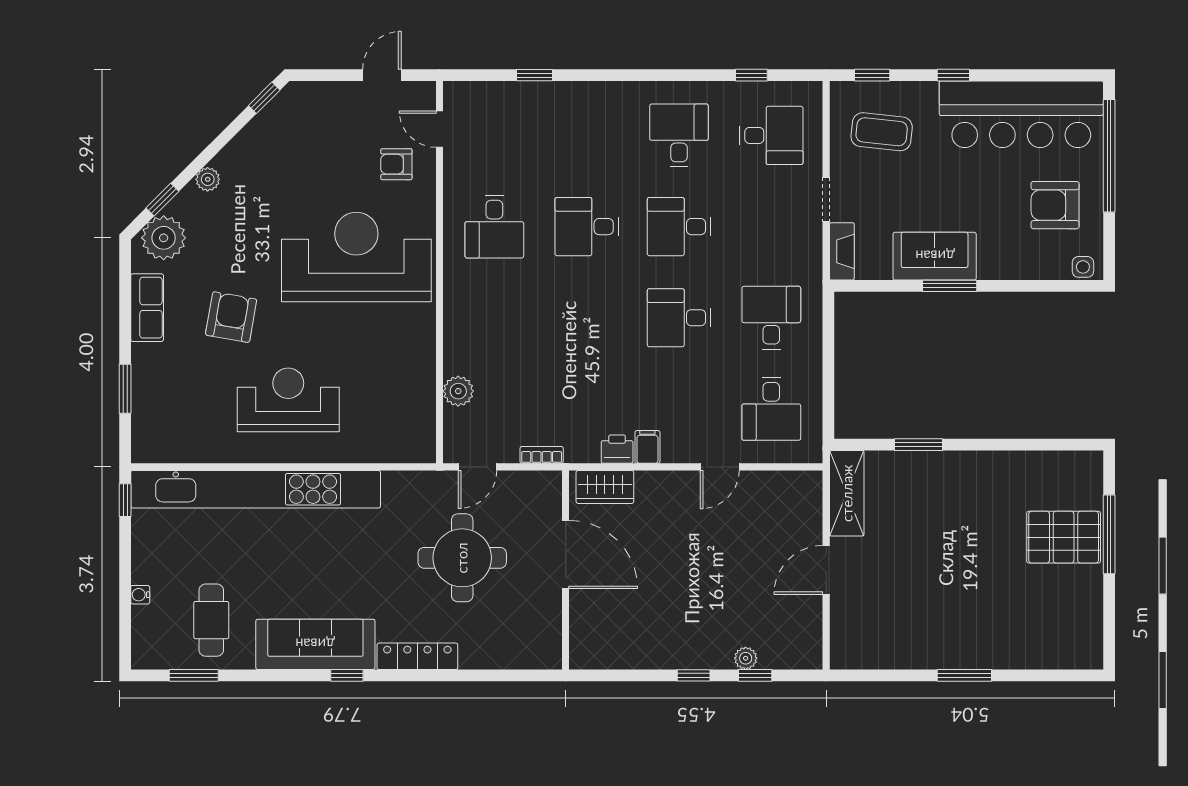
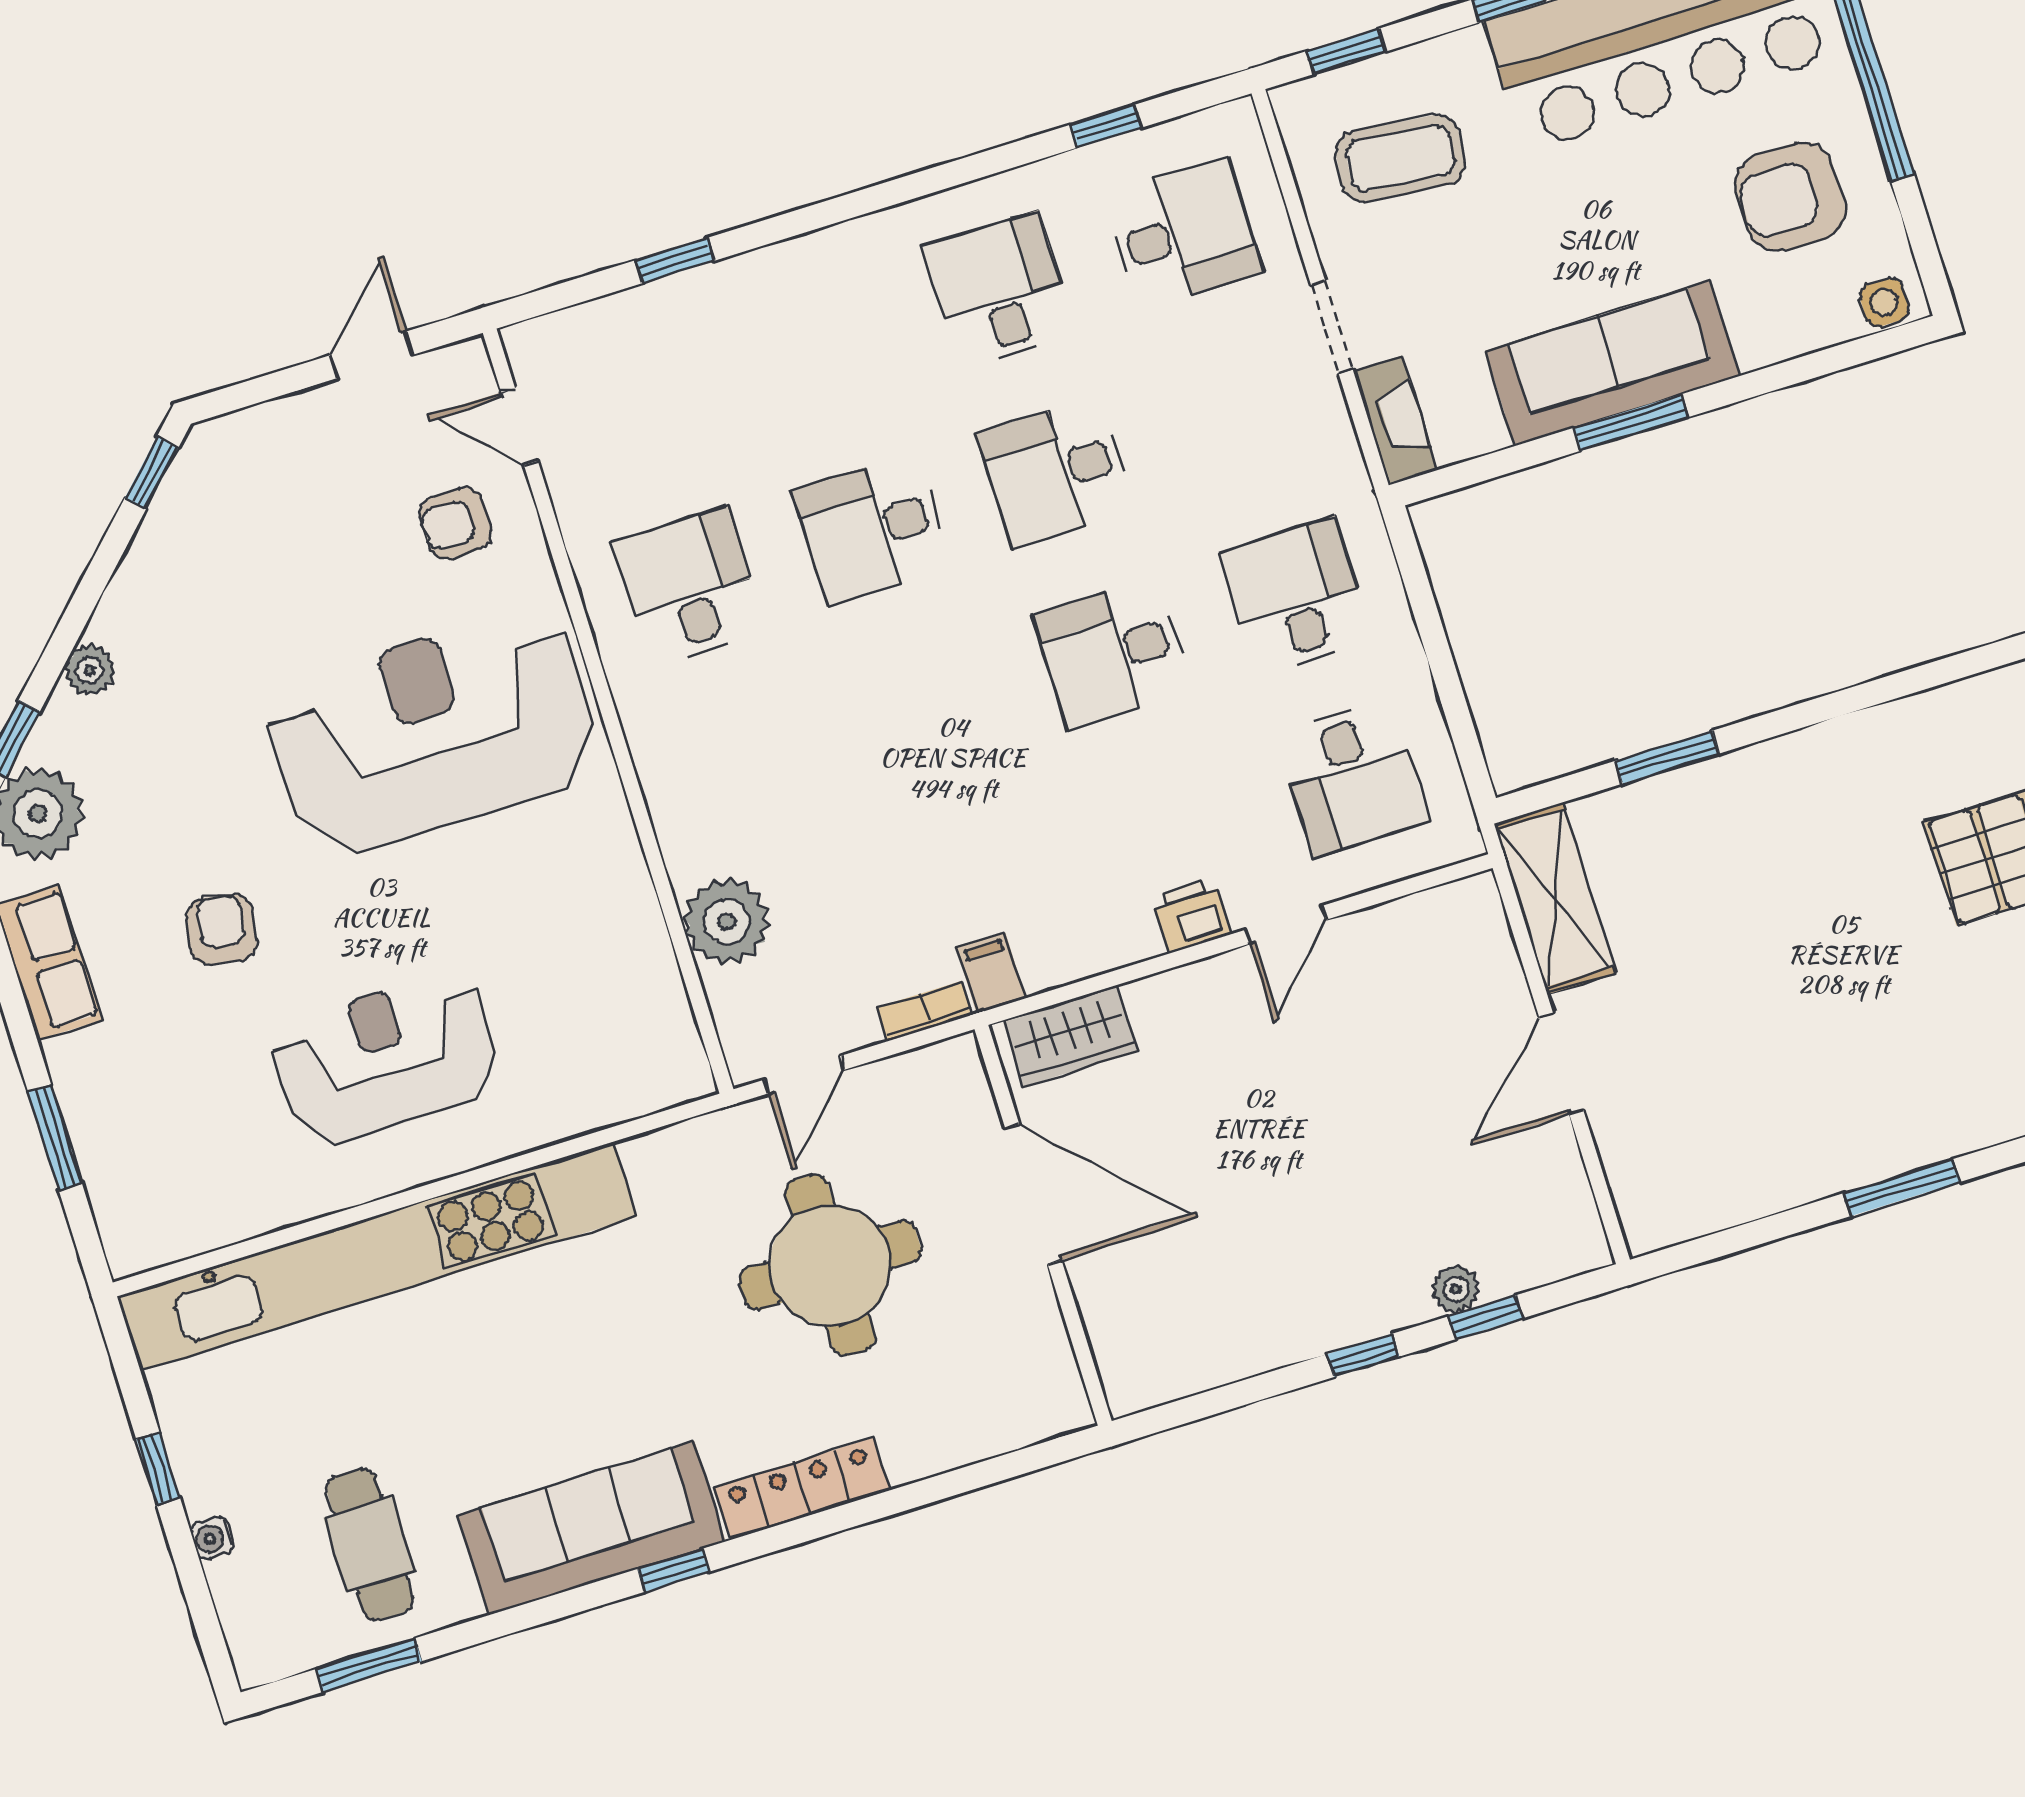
desk: (494, 227) -> (689, 586), turned 180
sofa: (935, 256) -> (1612, 363), width x1.36
armchair: (231, 317) -> (221, 930), width x0.72, depth x0.72
plant: (458, 391) -> (727, 922), width x1.36, depth x1.36
filing cabinet: (647, 447) -> (991, 973), moved
printer: (617, 449) -> (1192, 915), moved
window: (125, 500) -> (158, 1469), moved

